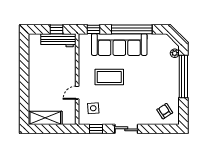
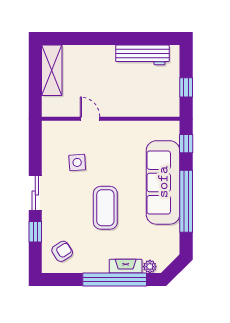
workbench: (58, 40) -> (142, 55), moved, turned -90
fireplace: (174, 69) -> (126, 266), added
coffee table: (109, 77) -> (105, 208), moved
side table: (93, 108) -> (77, 162), moved
window: (96, 129) -> (35, 232), moved

